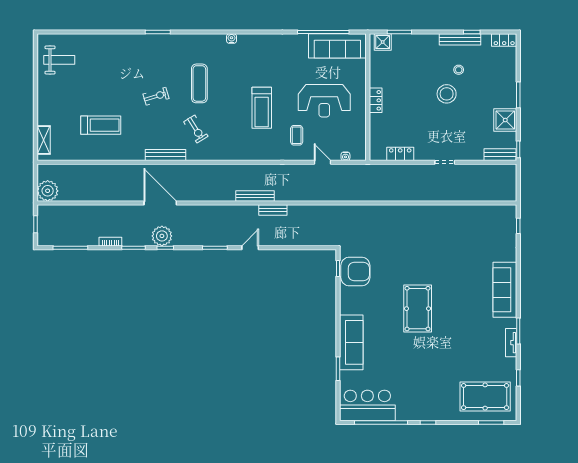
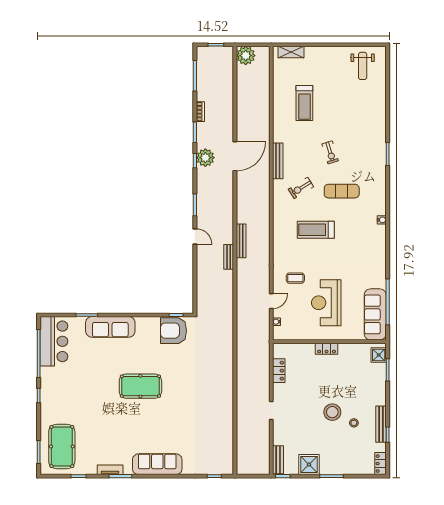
treadmill: (262, 108) -> (316, 230), moved
armchair: (355, 272) -> (174, 331), turned 90

